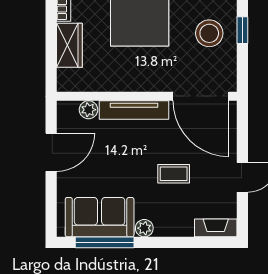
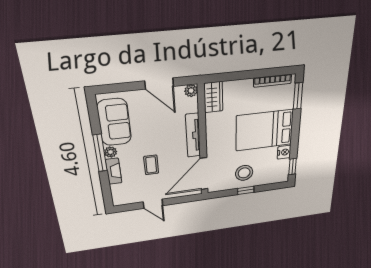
wardrobe: (69, 45) -> (213, 97), moved, turned -90
plant: (88, 110) -> (191, 91), moved
fireplace: (216, 228) -> (114, 171), moved
window: (105, 242) -> (100, 153), moved

